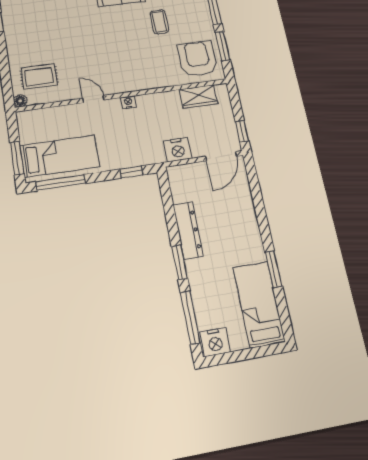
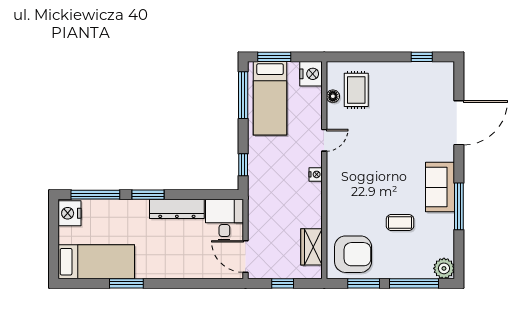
floor lamp: (20, 101) -> (333, 96), moved
window: (242, 131) -> (283, 283), moved
nightstand: (178, 150) -> (311, 74), moved, turned 180
desk: (189, 182) -> (224, 220), added

